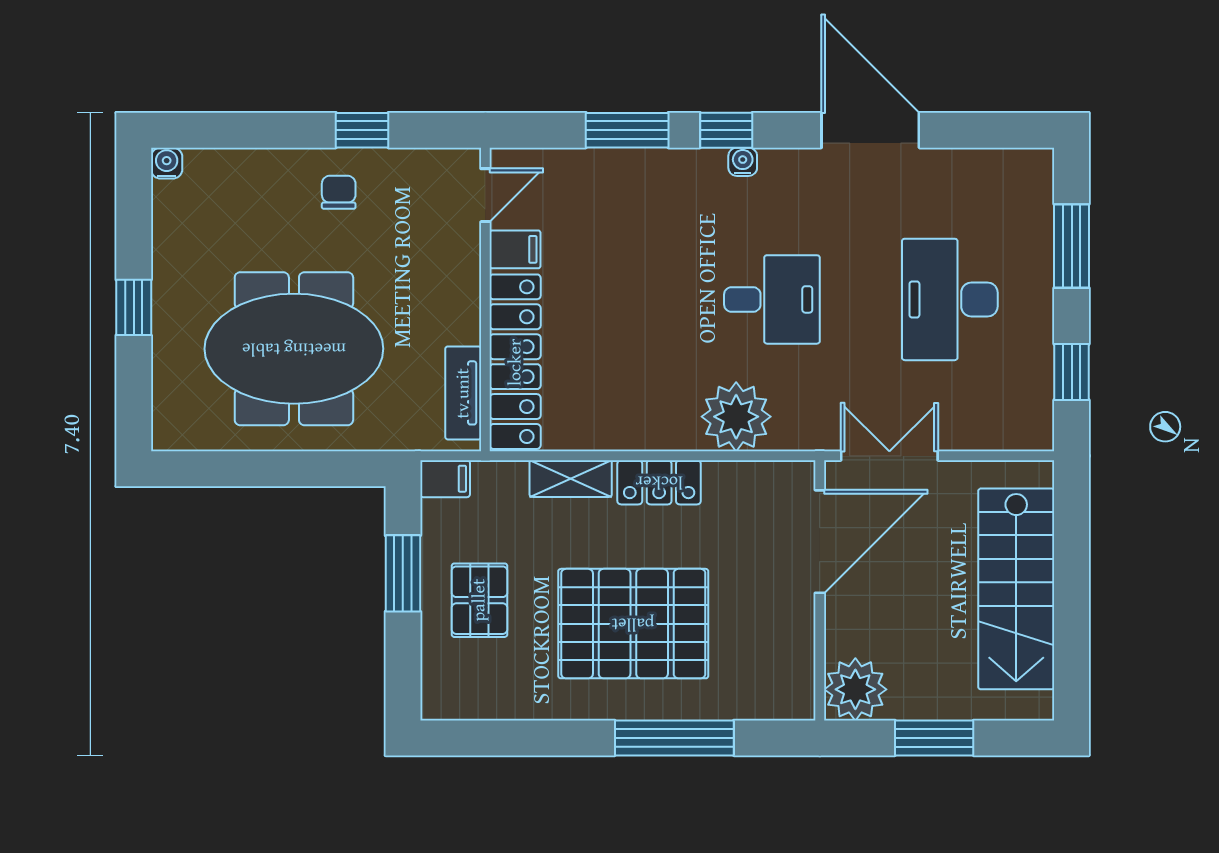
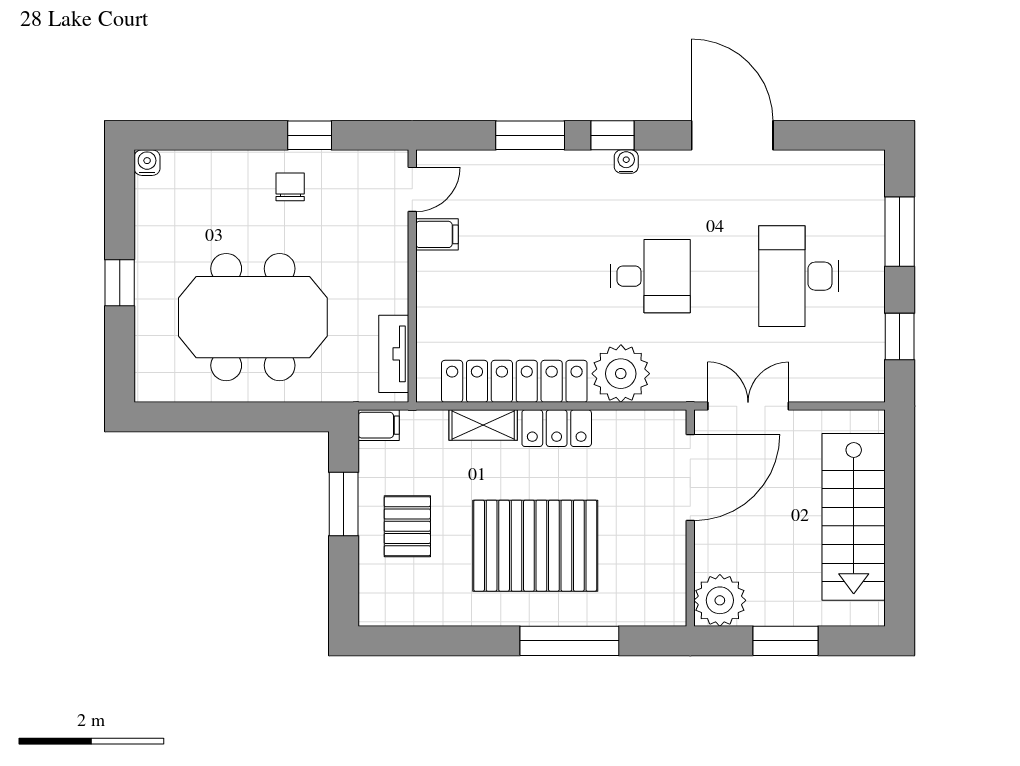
locker: (515, 362) -> (514, 381), moved, turned -90

